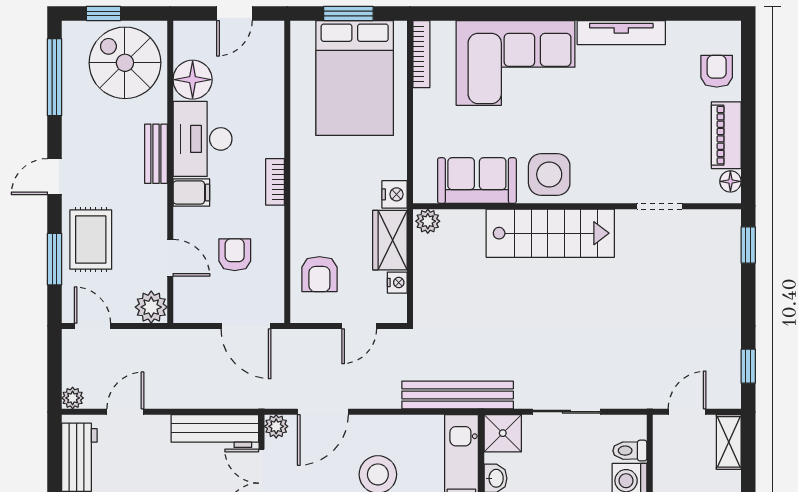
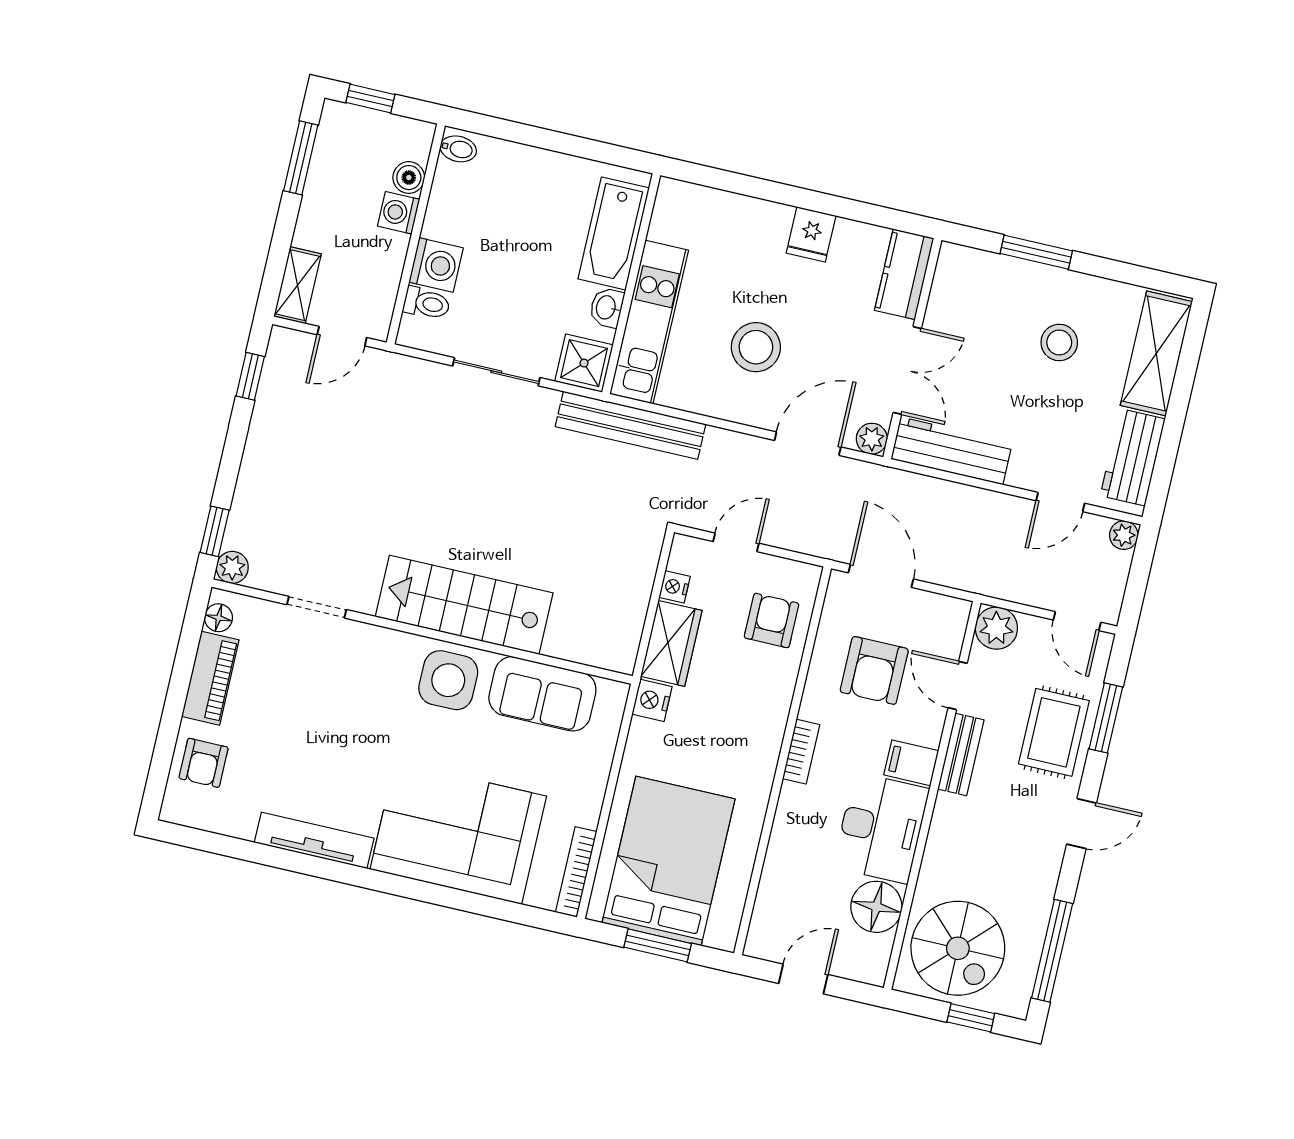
bench: (156, 154) -> (961, 754), moved
plant: (428, 221) -> (232, 567), moved
armchair: (235, 255) -> (874, 670), width x1.38, depth x1.38

